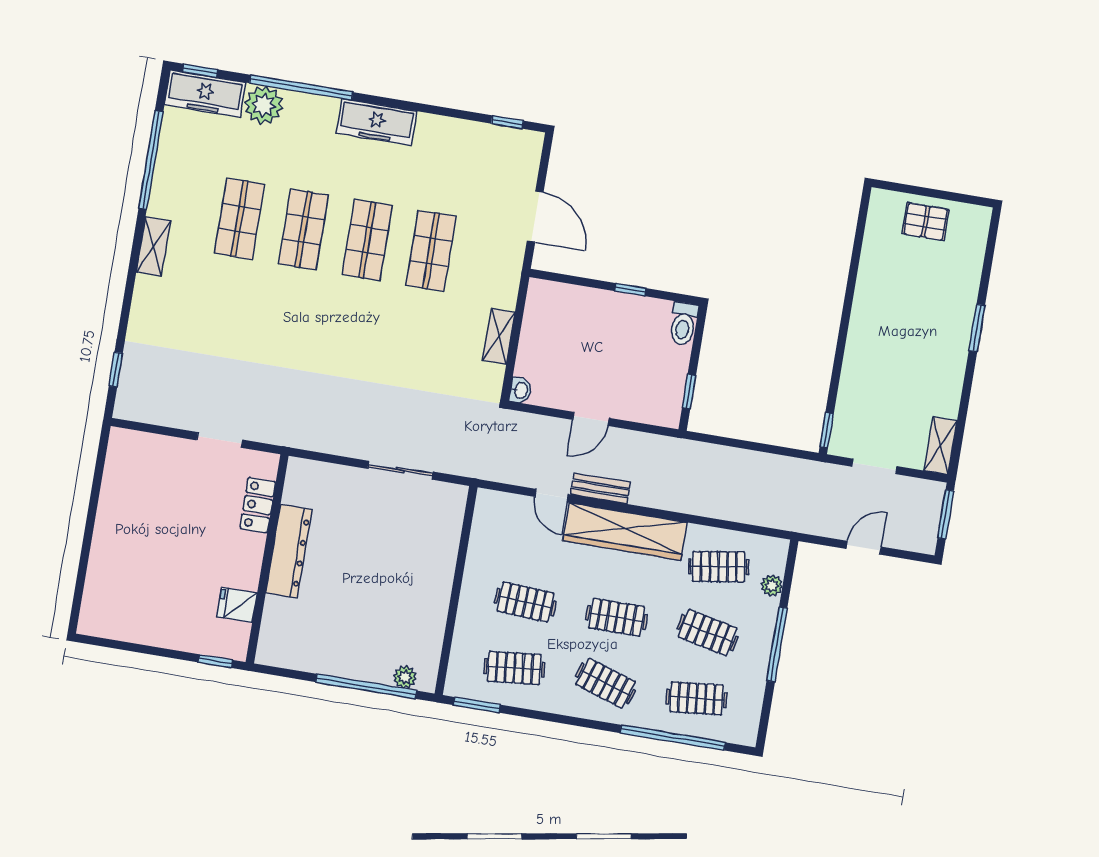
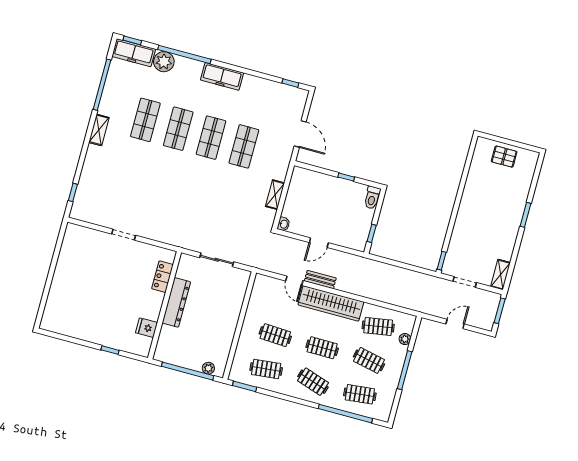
locker: (258, 505) -> (162, 277), moved
dresser: (289, 551) -> (176, 302), moved
wall: (267, 559) -> (165, 305), moved
fridge: (237, 605) -> (147, 328), moved

